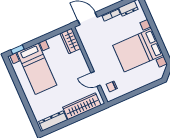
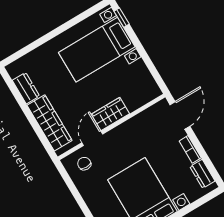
wardrobe: (70, 41) -> (110, 114), moved
dresser: (53, 121) -> (26, 88), width x0.70

